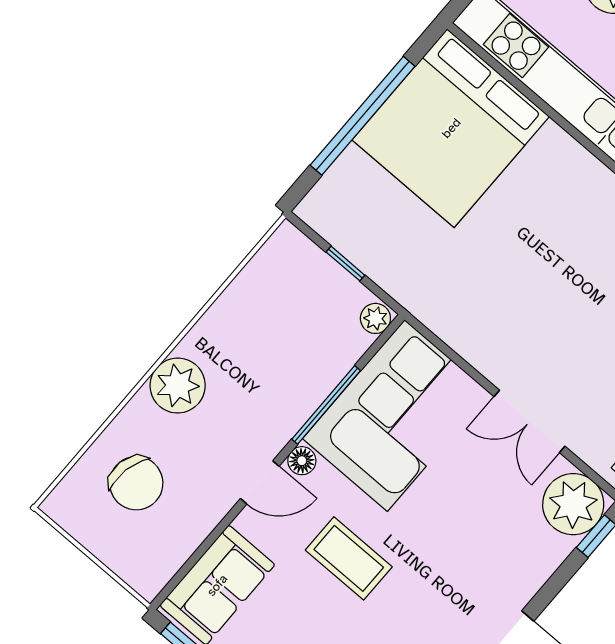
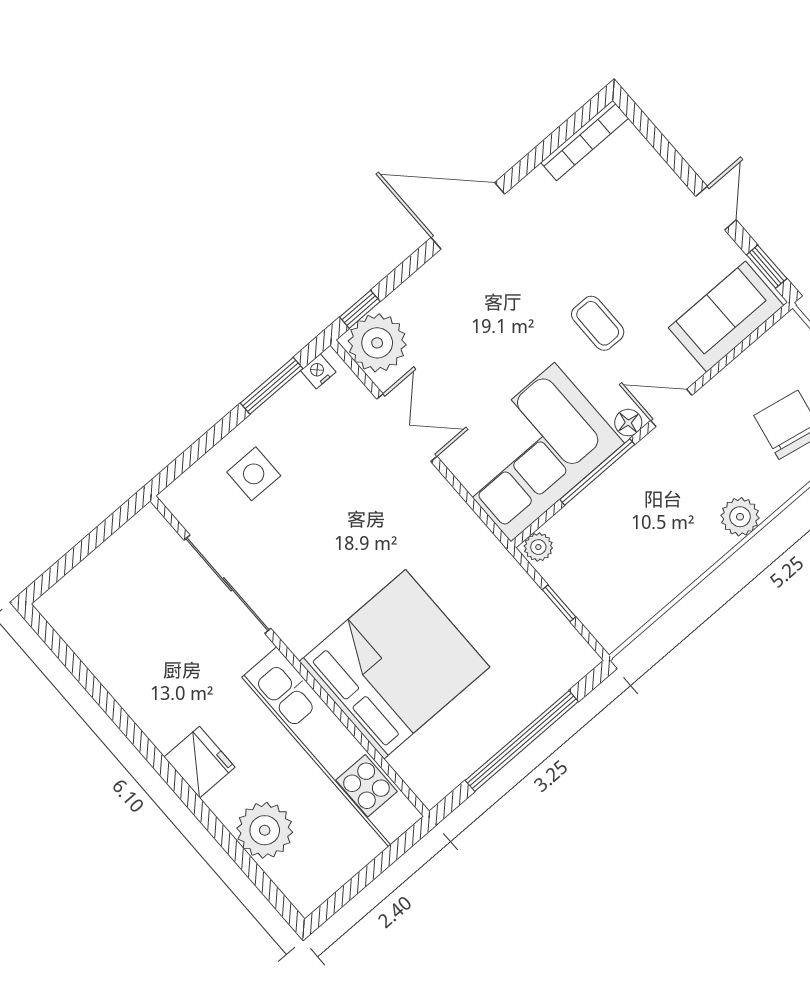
bed: (451, 128) -> (395, 664), moved
plant: (178, 386) -> (740, 517), width x0.73, depth x0.73
coffee table: (349, 558) -> (598, 323), width x0.73, depth x0.77

